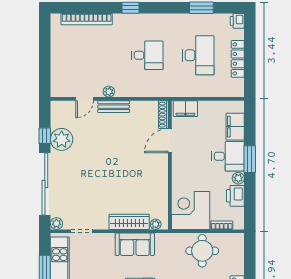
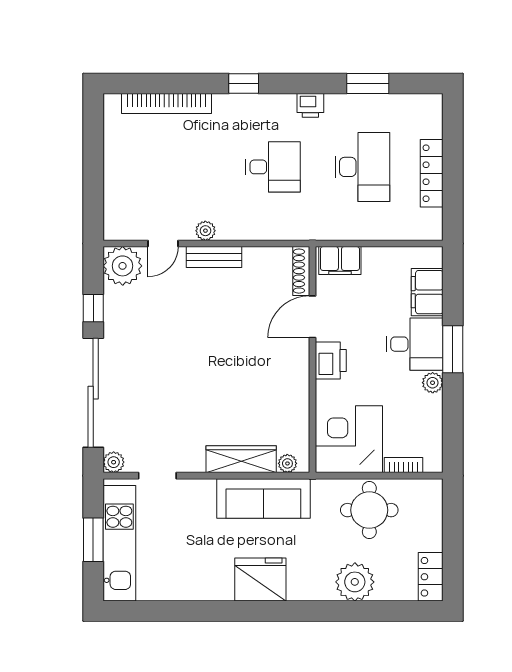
printer: (237, 21) -> (310, 105), moved, turned -90
plant: (62, 139) -> (123, 266), moved
printer: (235, 196) -> (331, 360), moved, turned 180
sofa: (135, 244) -> (263, 498), width x1.36

